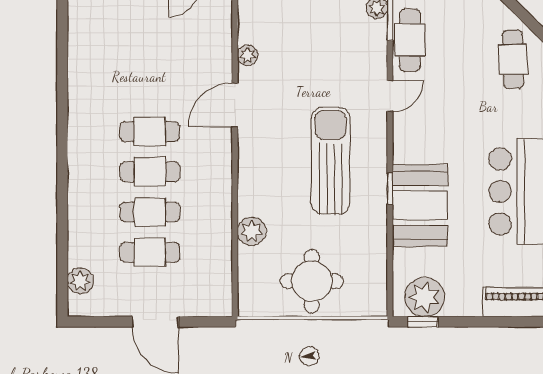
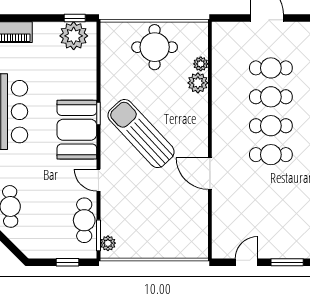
plant: (248, 55) -> (201, 64), moved
door: (390, 96) -> (98, 180), hinge flipped
door: (235, 105) -> (210, 174), swing flipped
sun lounger: (331, 161) -> (141, 134), turned 137
booth: (420, 205) -> (77, 130), moved

